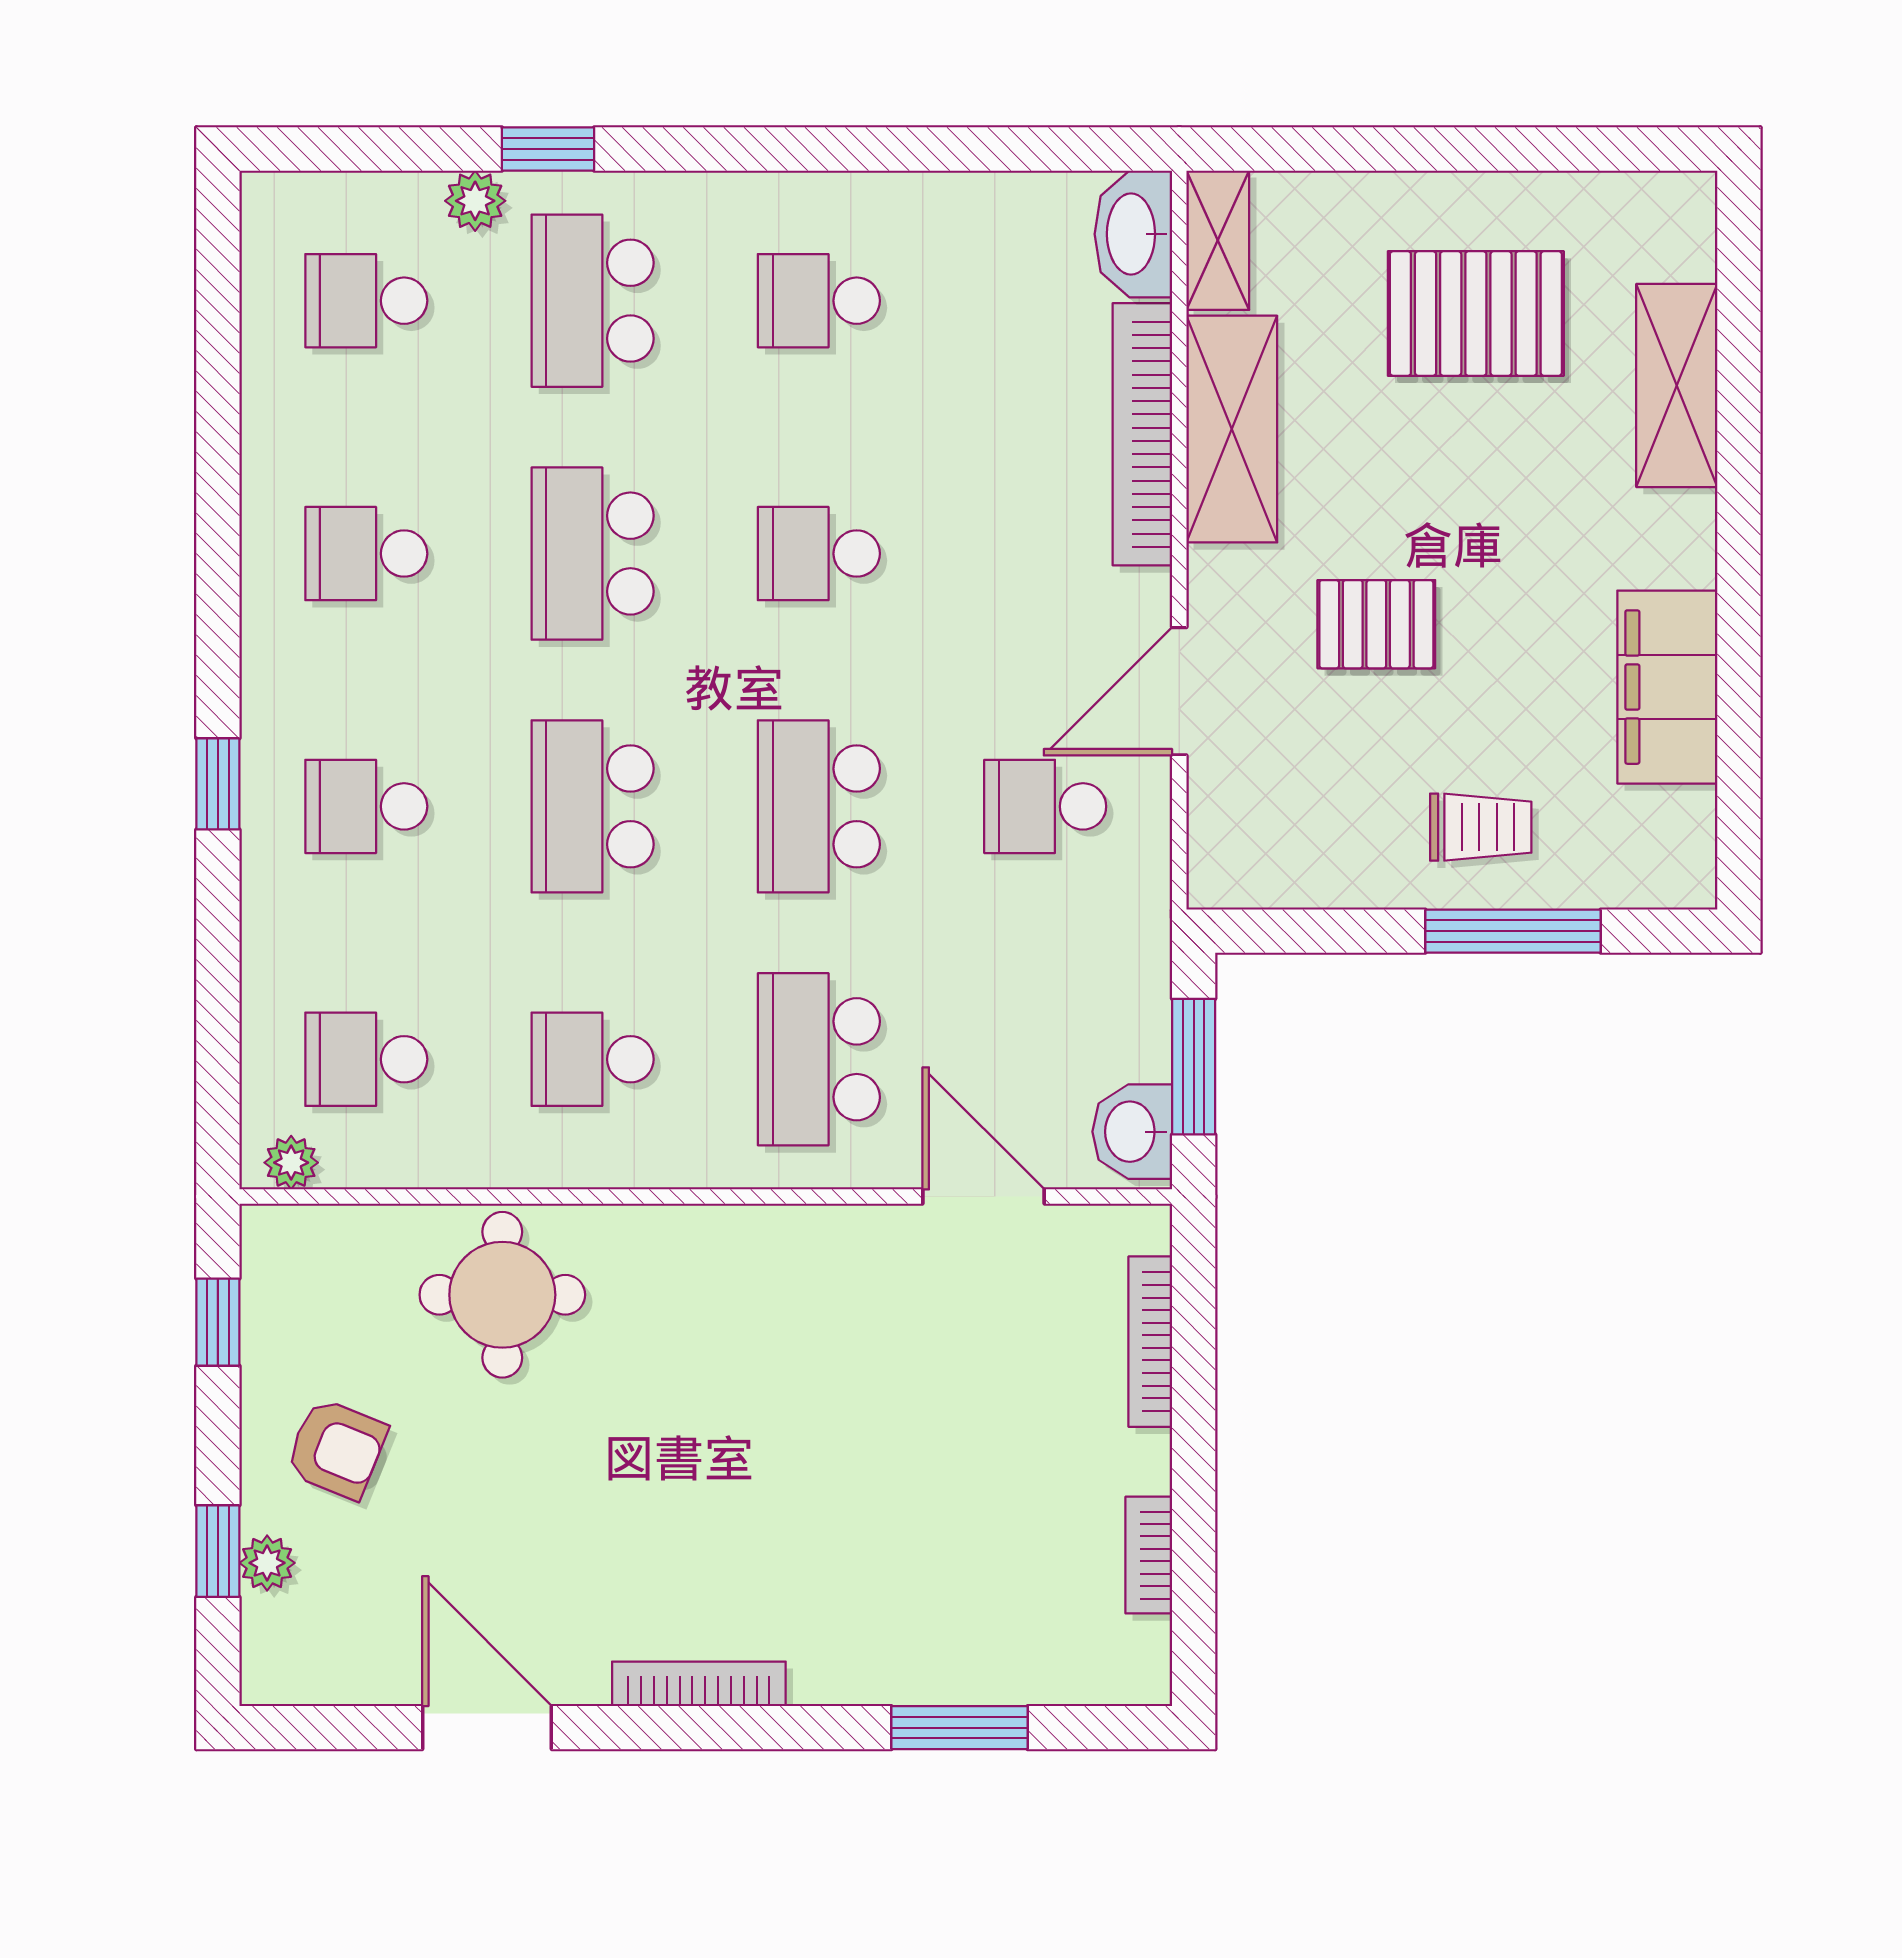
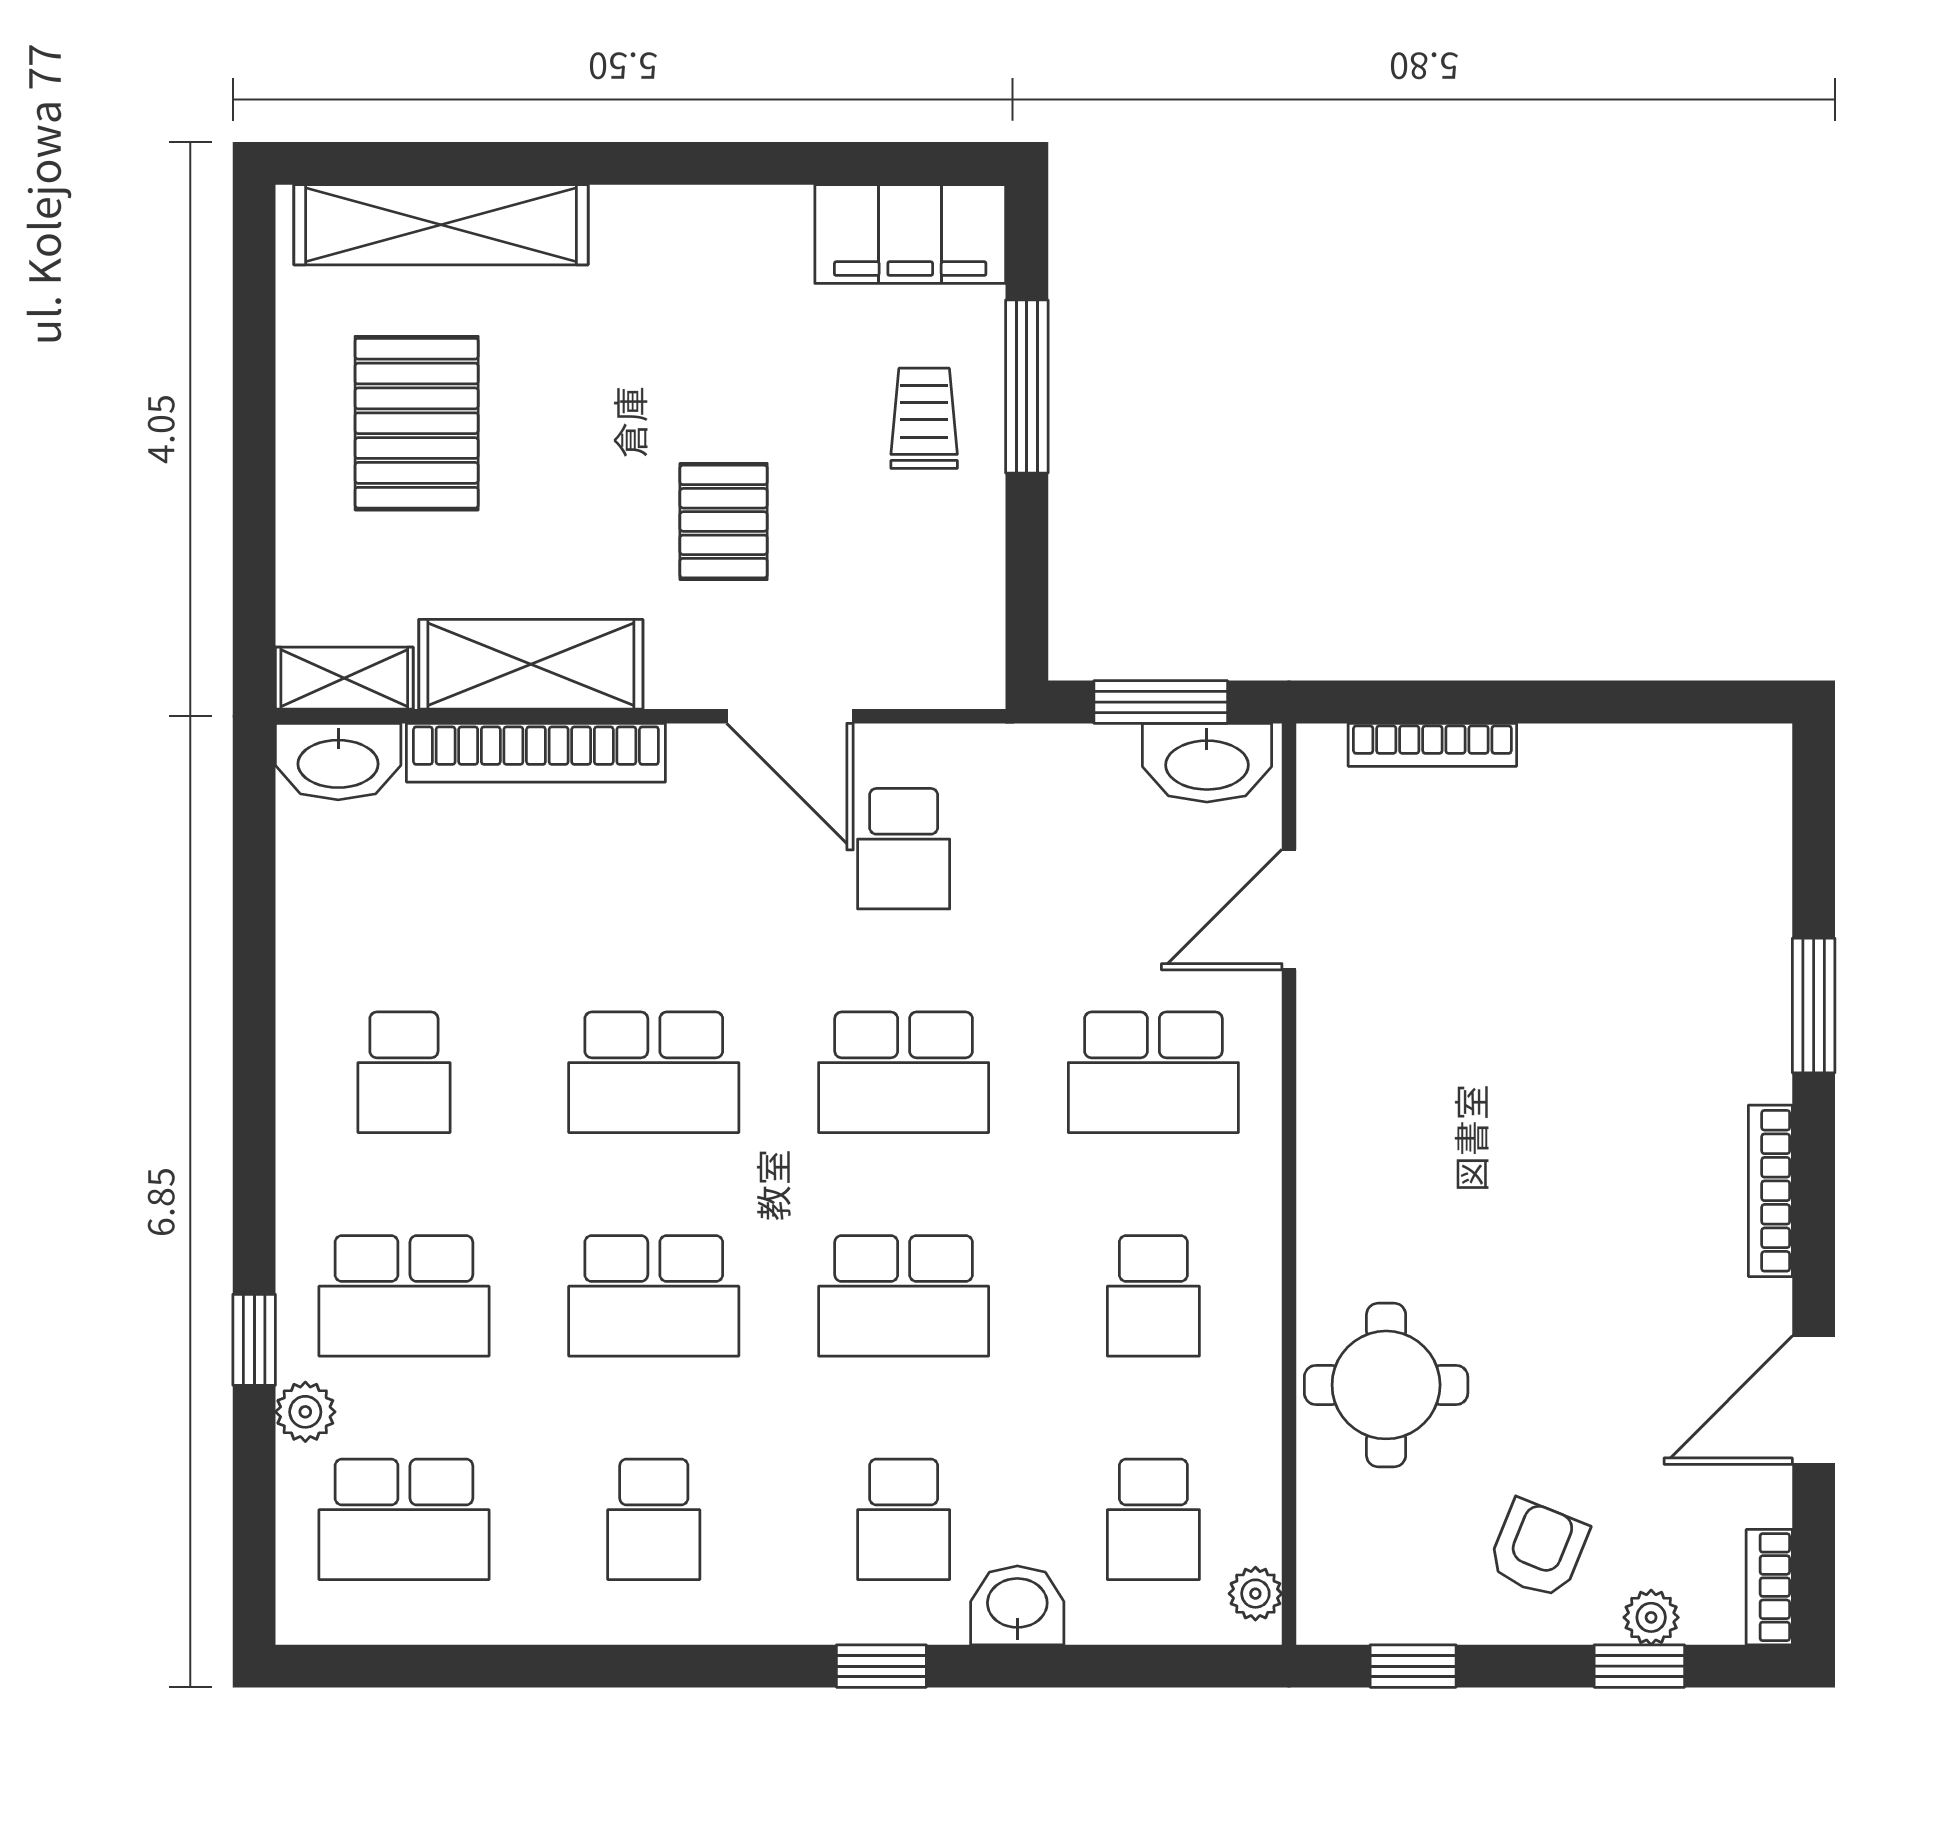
school desk: (366, 301) -> (404, 1519), width x1.85
shelving: (1677, 385) -> (441, 225), width x1.47
school desk: (819, 554) -> (654, 1072), width x1.85
filing cabinet: (1667, 687) -> (910, 234), moved
washbasin: (279, 921) -> (1017, 1605), added
washbasin: (1132, 1132) -> (1207, 763), width x1.38
bookcase: (1149, 1555) -> (1769, 1587), moved, turned 90
window: (960, 1728) -> (1814, 1006), moved

